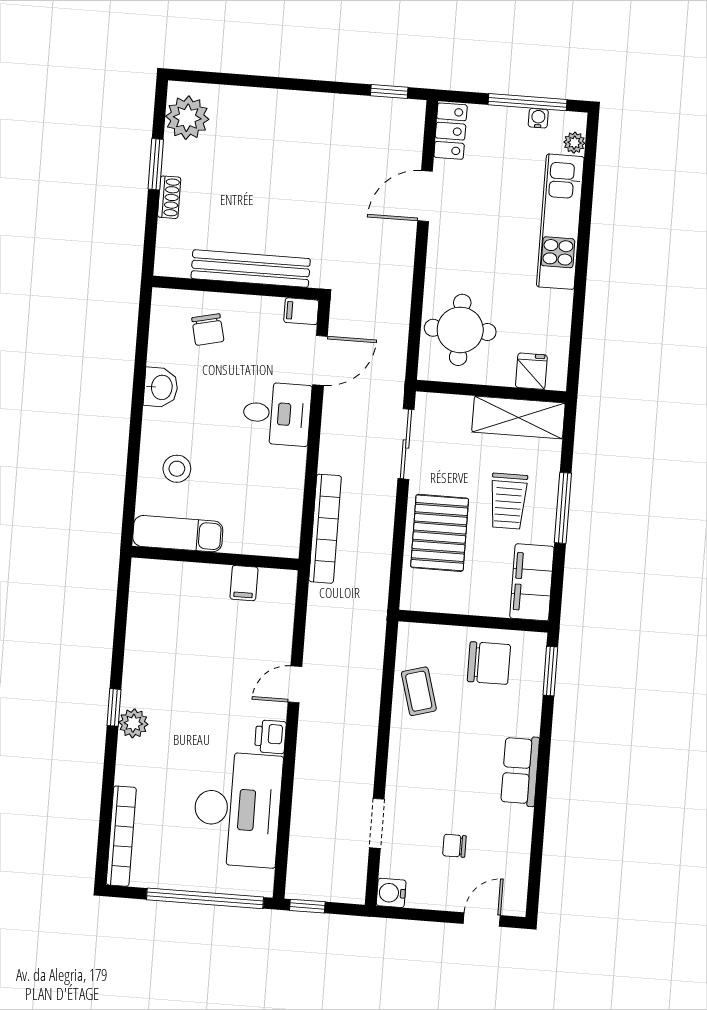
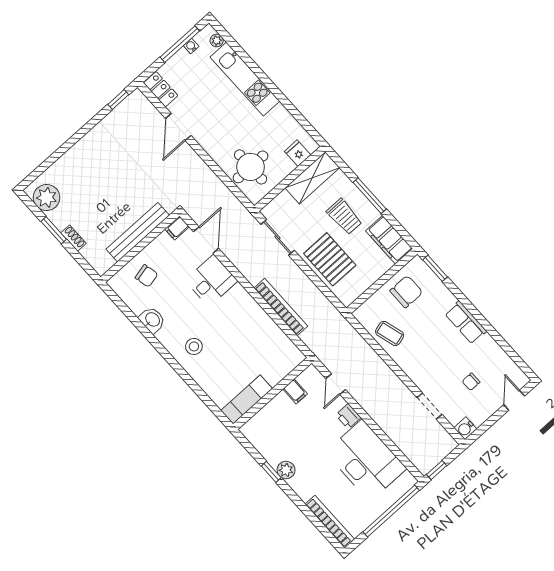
exam couch: (178, 534) -> (247, 400), moved
wall: (215, 558) -> (272, 393), moved
filing cabinet: (244, 583) -> (295, 391), moved

